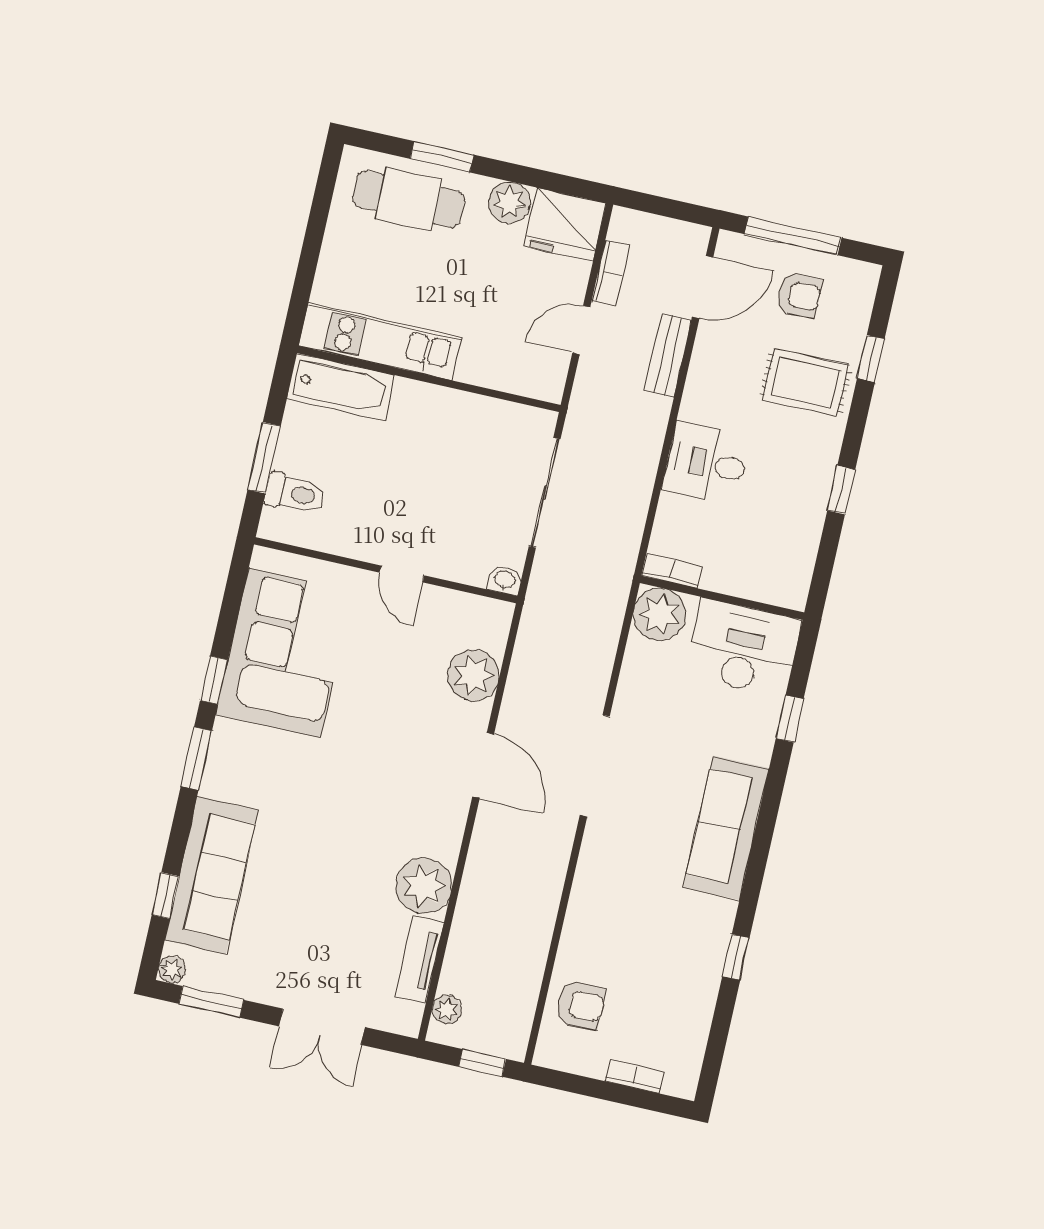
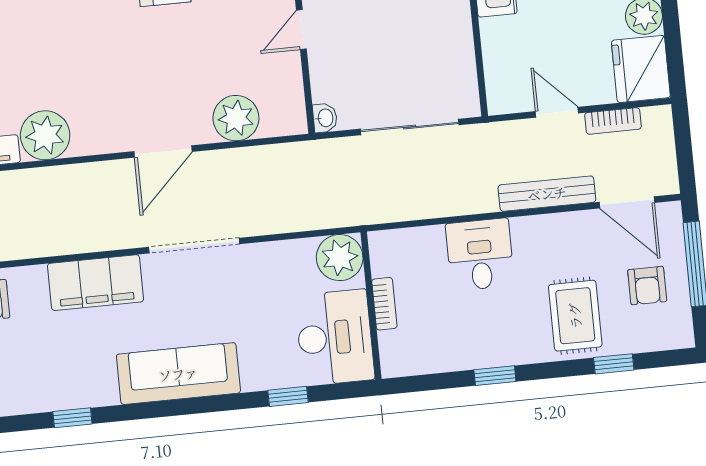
bench: (668, 356) -> (547, 194), width x1.36
bookcase: (672, 571) -> (384, 304), moved
filing cabinet: (599, 884) -> (96, 283), added

